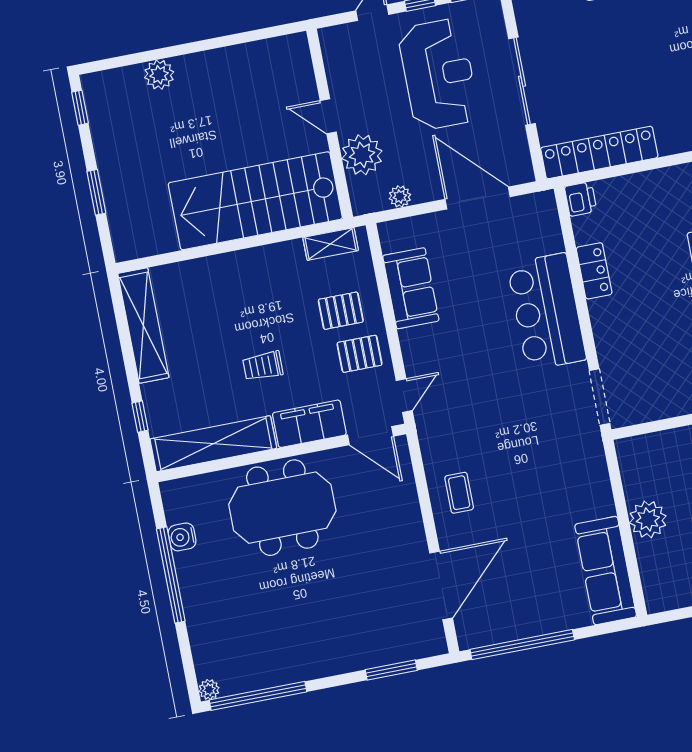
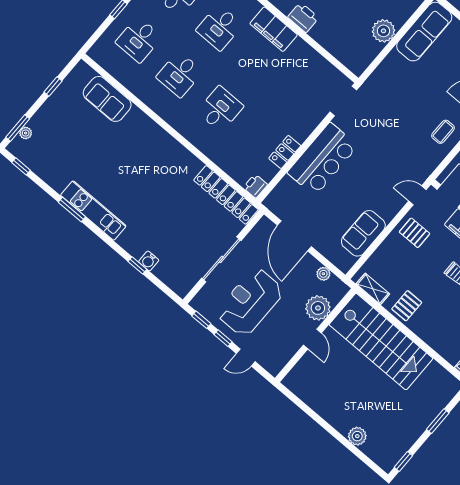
pallet: (341, 311) -> (407, 306), moved, turned 90

